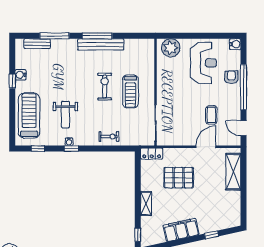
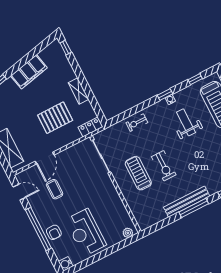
plant: (171, 48) -> (128, 233), width x0.53, depth x0.53
shelving: (146, 204) -> (78, 91), moved

